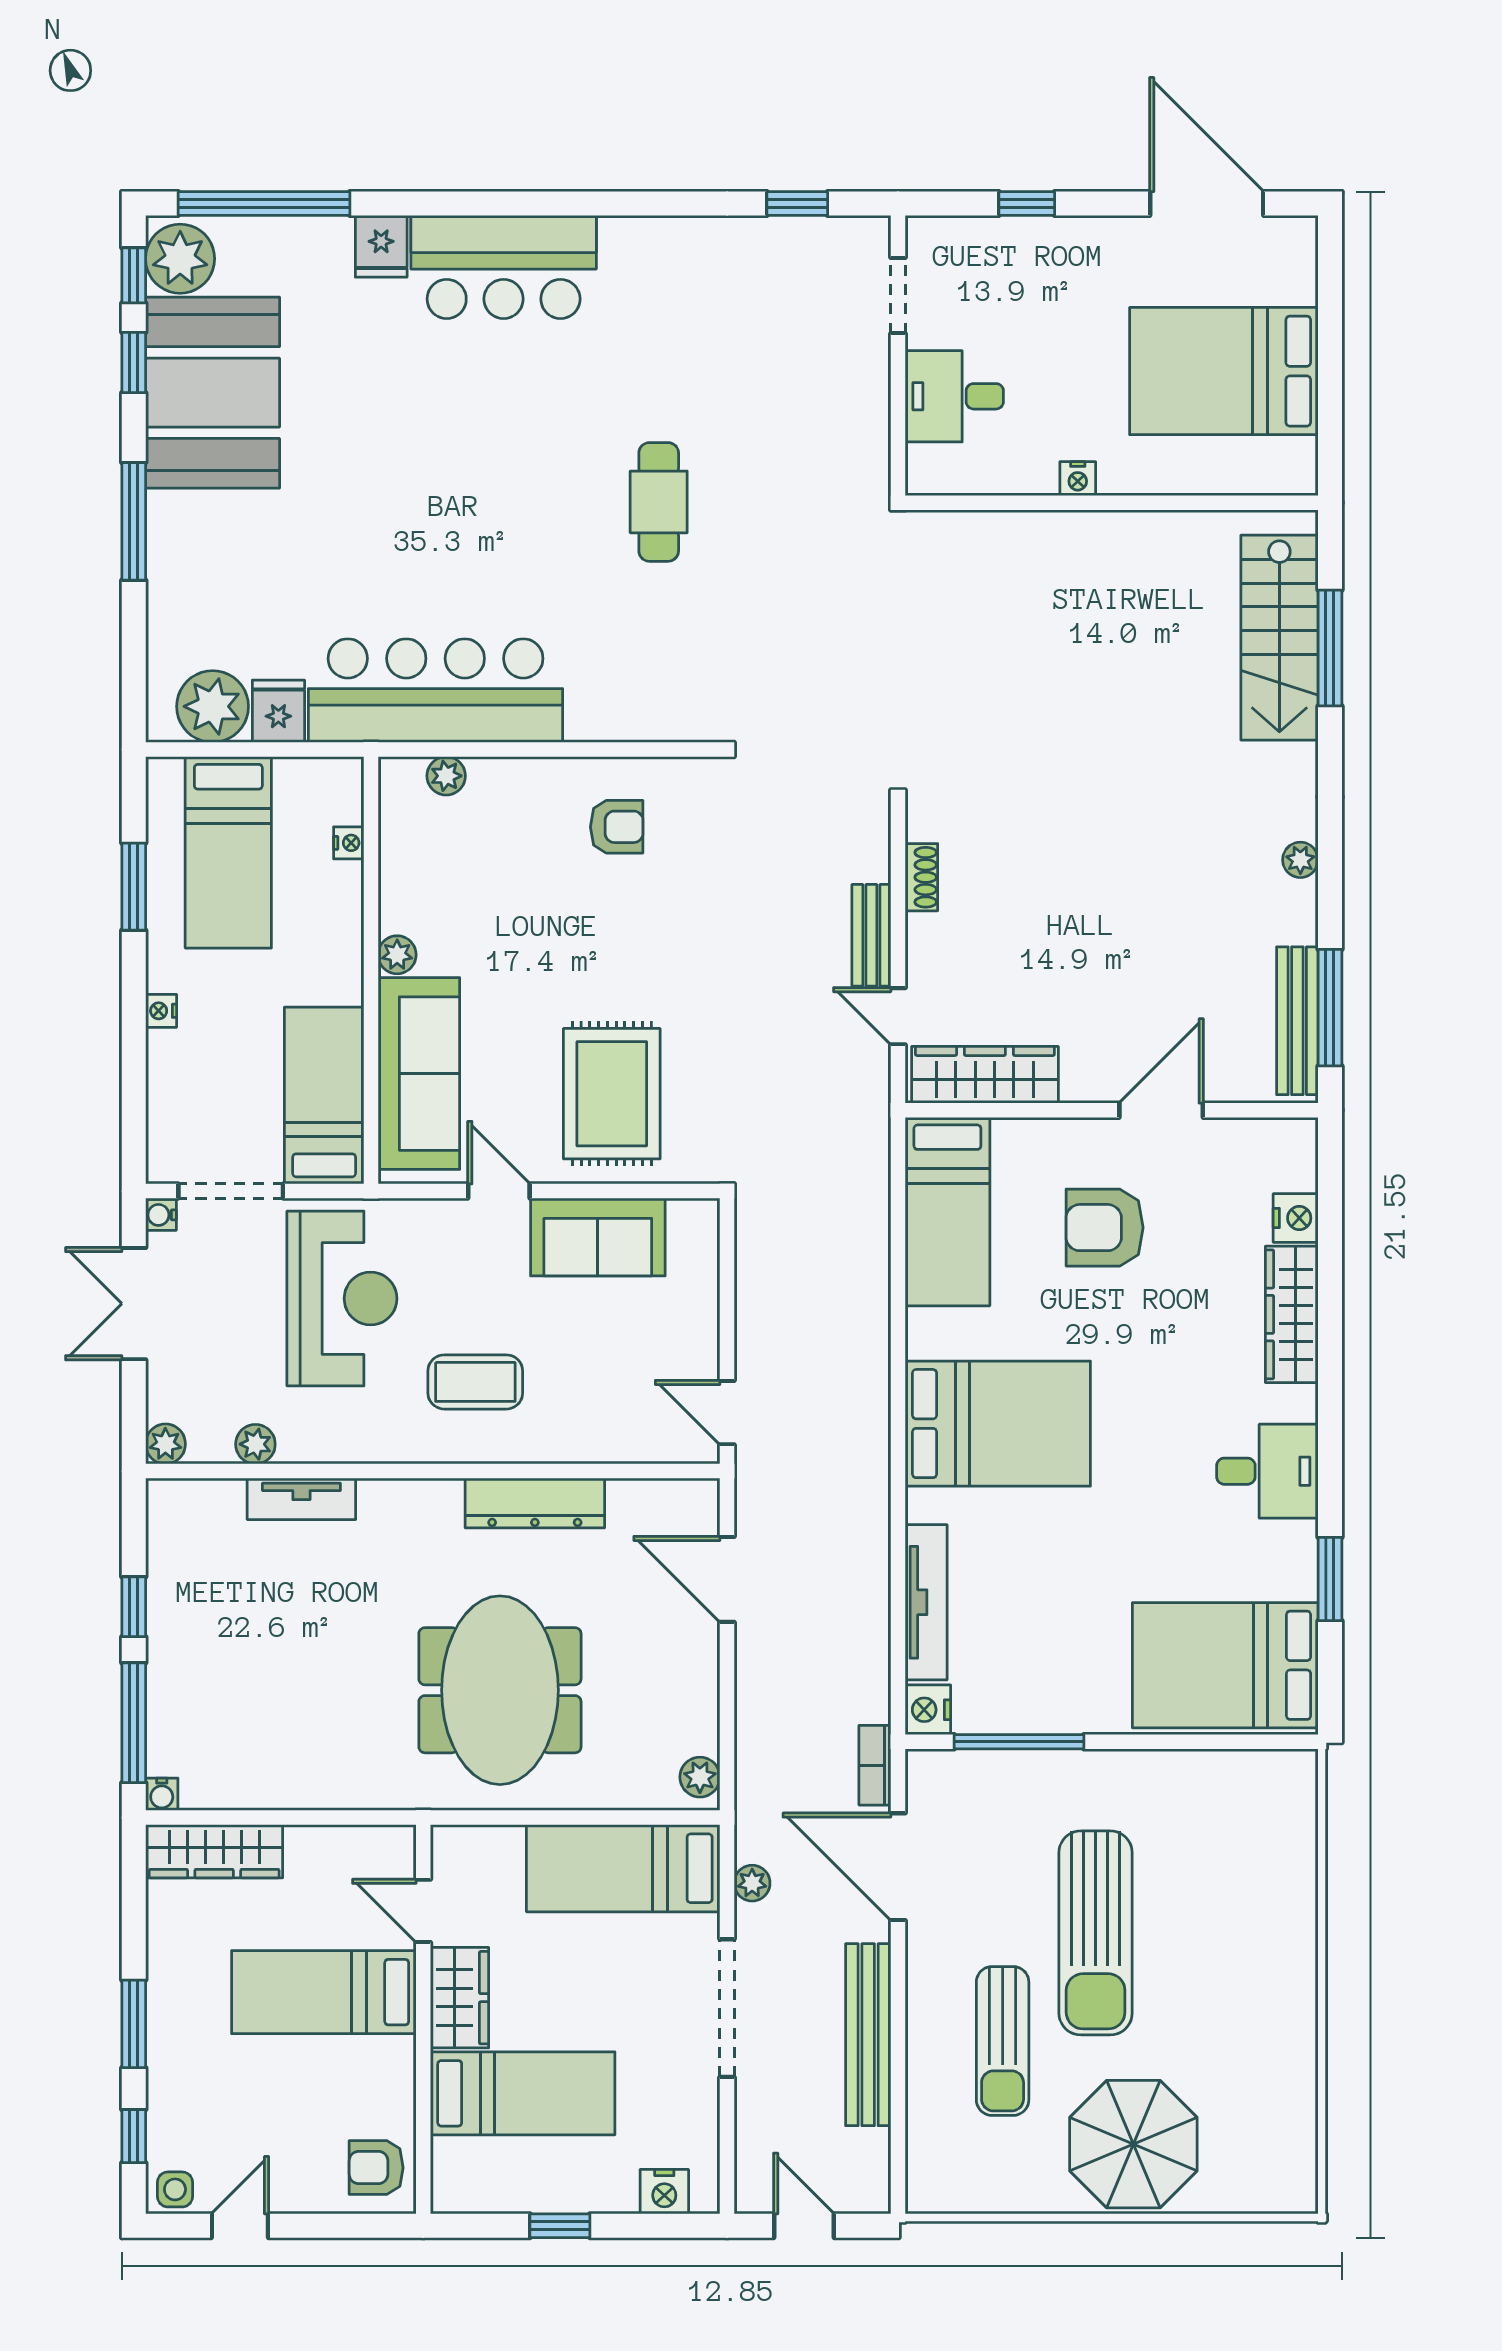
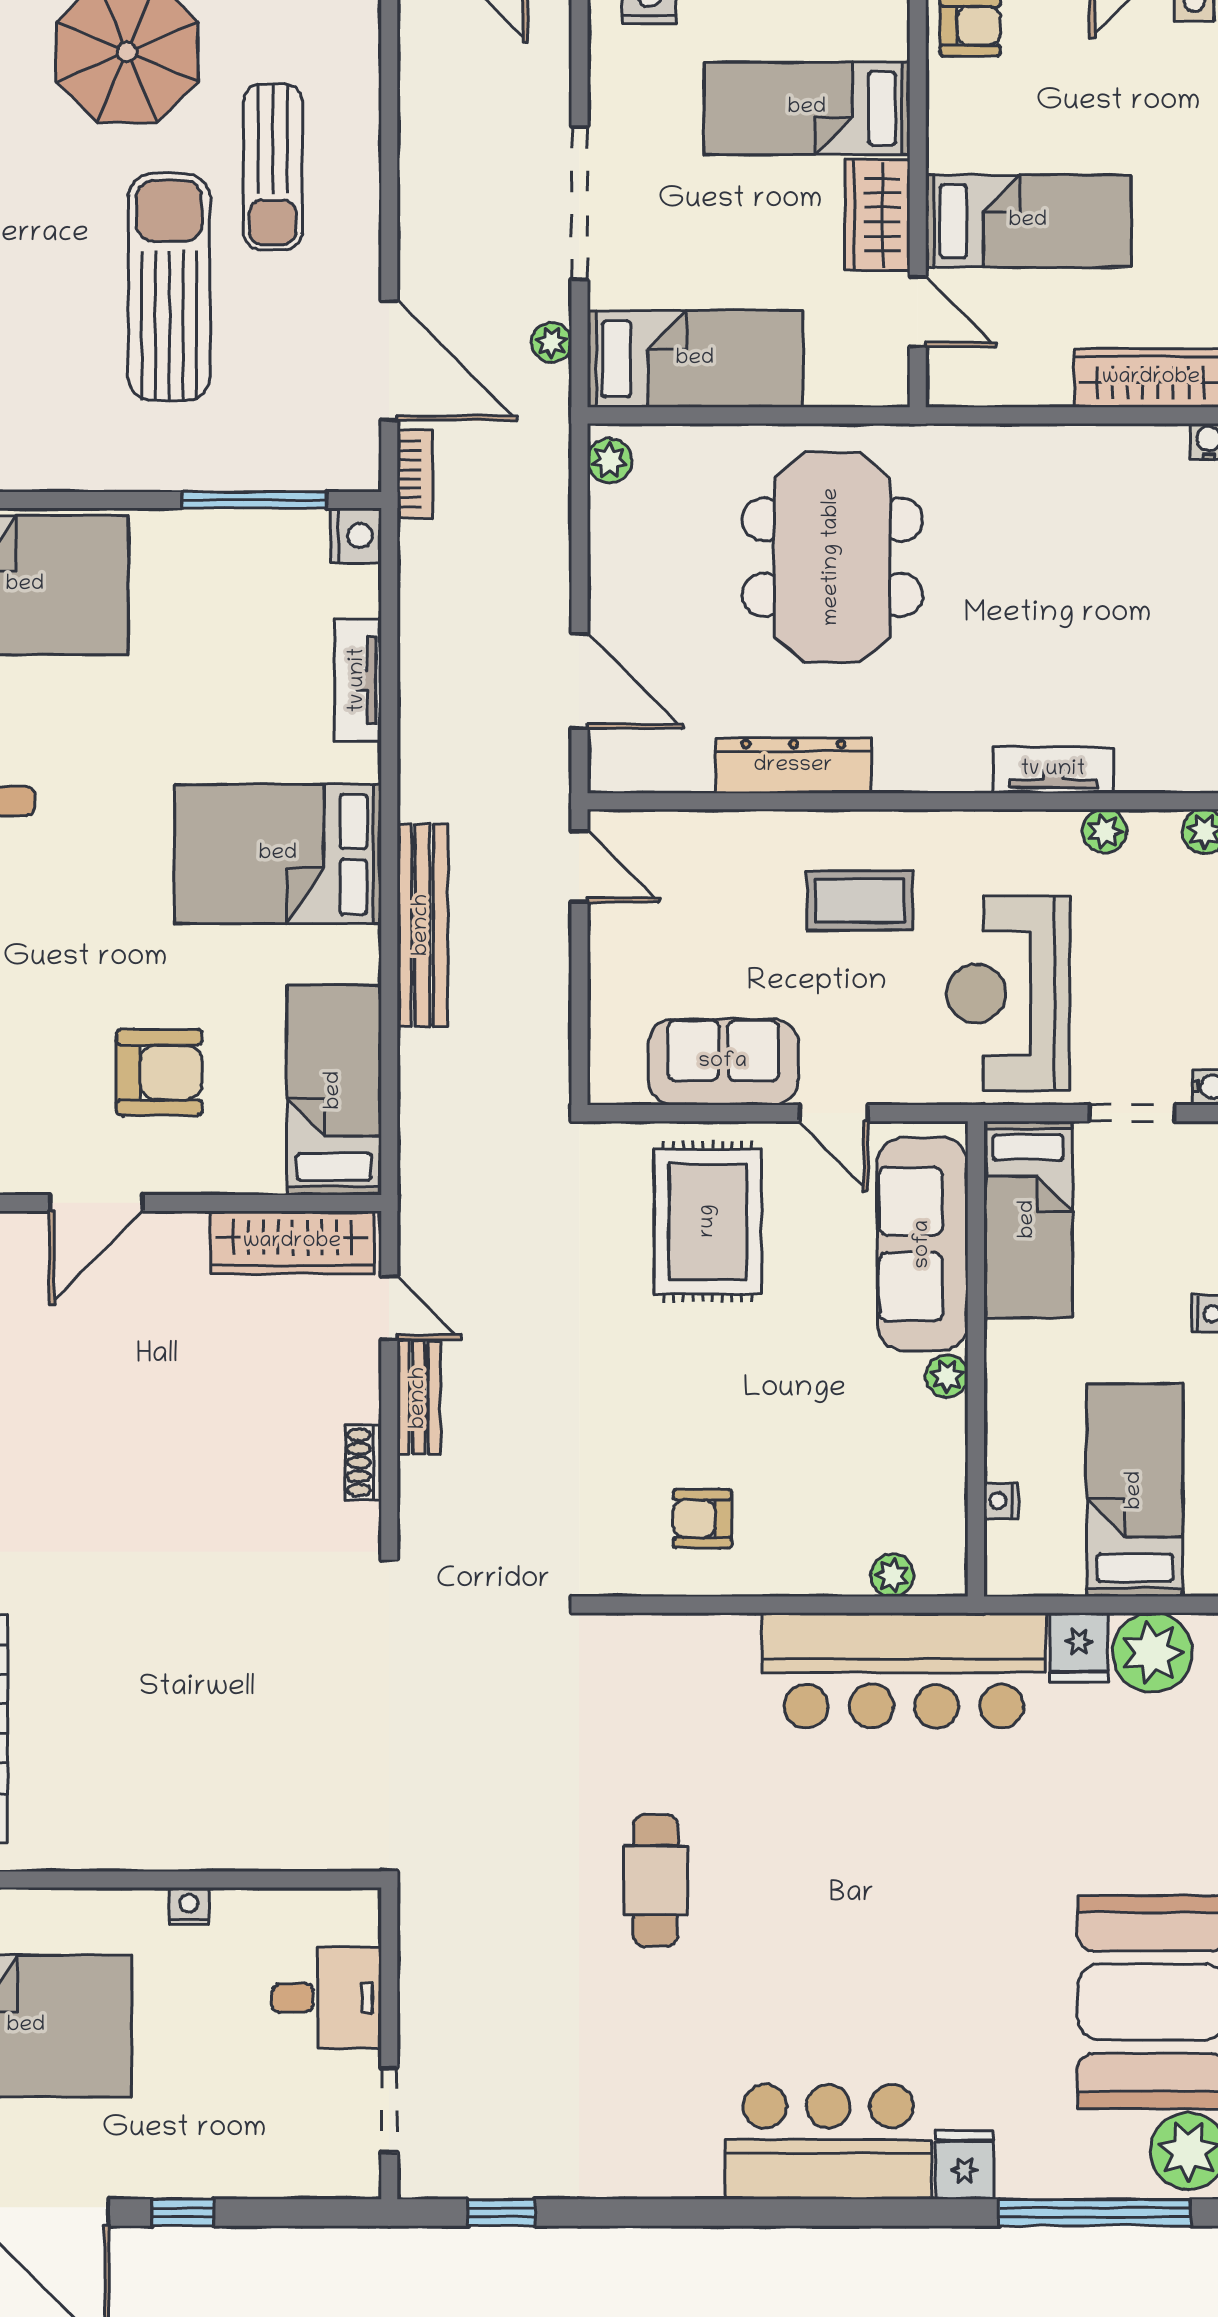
window: (1027, 204) -> (182, 2212), moved
doorway: (231, 1191) -> (1132, 1113), width x0.73
tv unit: (926, 1602) -> (358, 680), width x0.71
bench: (868, 2035) -> (422, 925), moved
sun lounger: (1003, 2041) -> (273, 167), turned 180

